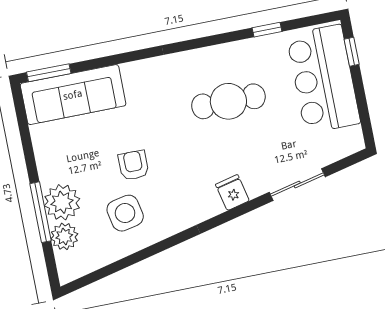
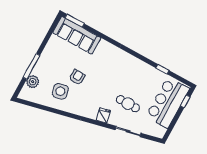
cafe table: (228, 101) -> (128, 104), moved, width x0.73, depth x0.74
plant: (62, 202) -> (42, 69), removed

